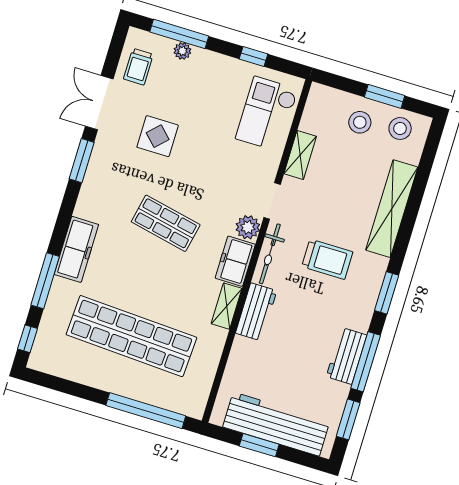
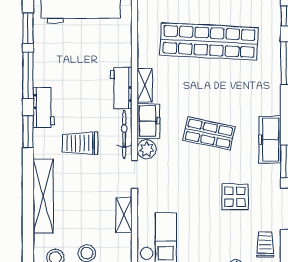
freezer: (76, 249) -> (270, 140), moved
workbench: (347, 356) -> (44, 108), moved

